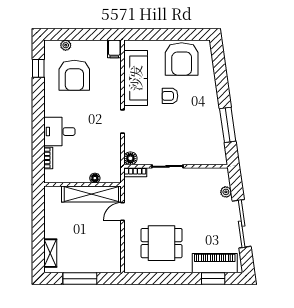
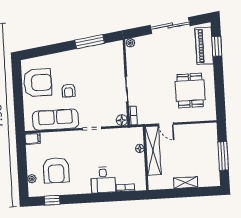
armchair: (74, 75) -> (56, 170), turned 90
plant: (226, 192) -> (130, 43), moved
shelving: (50, 253) -> (186, 183), moved

